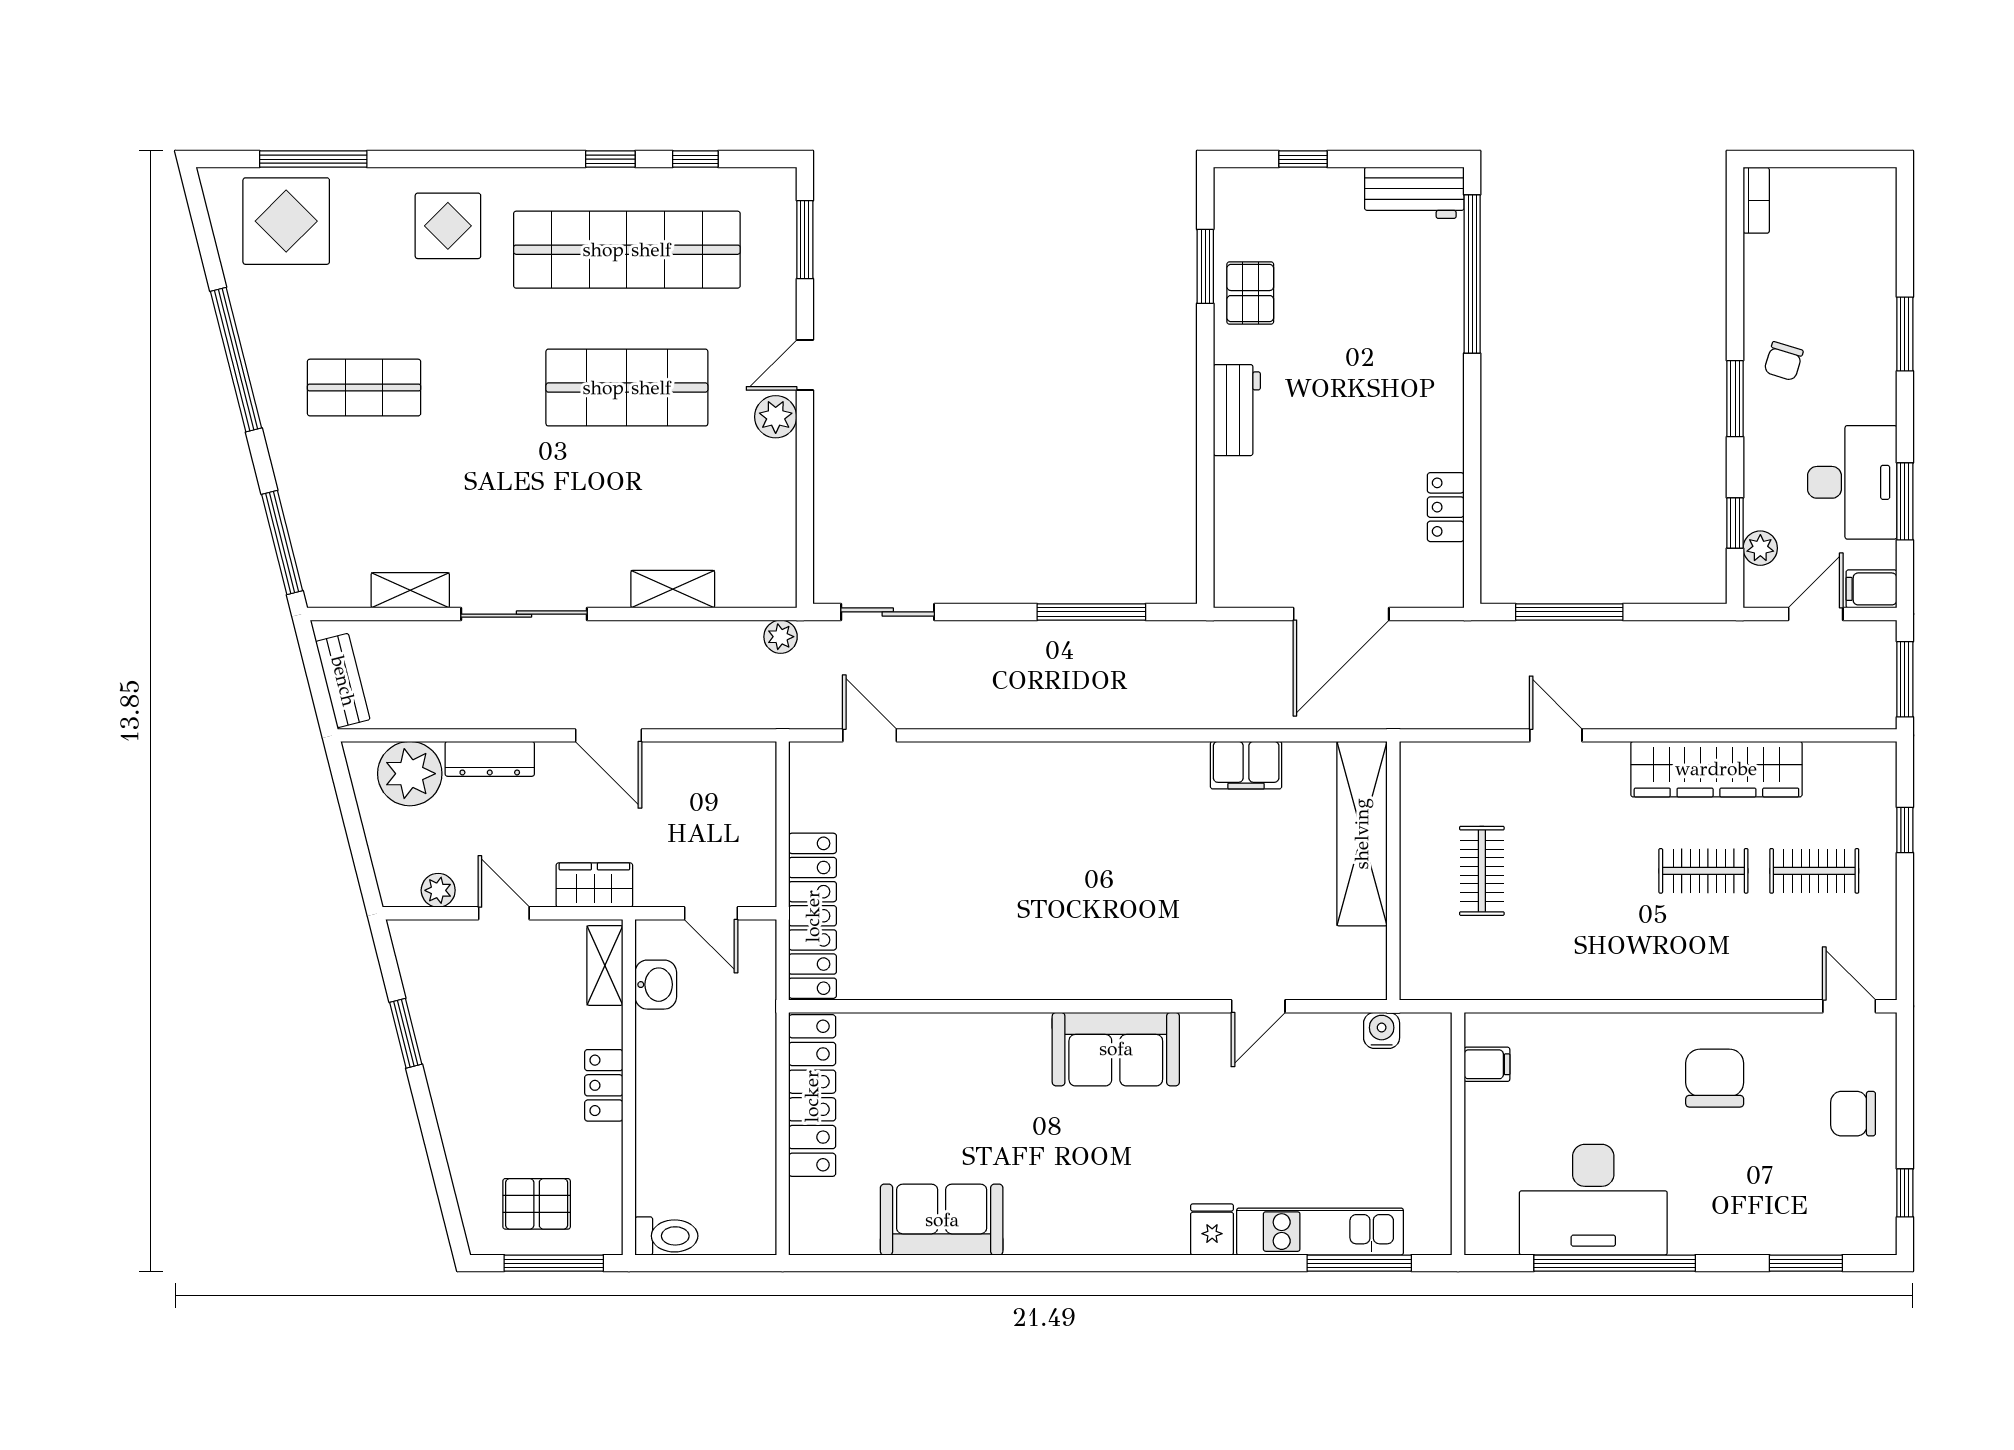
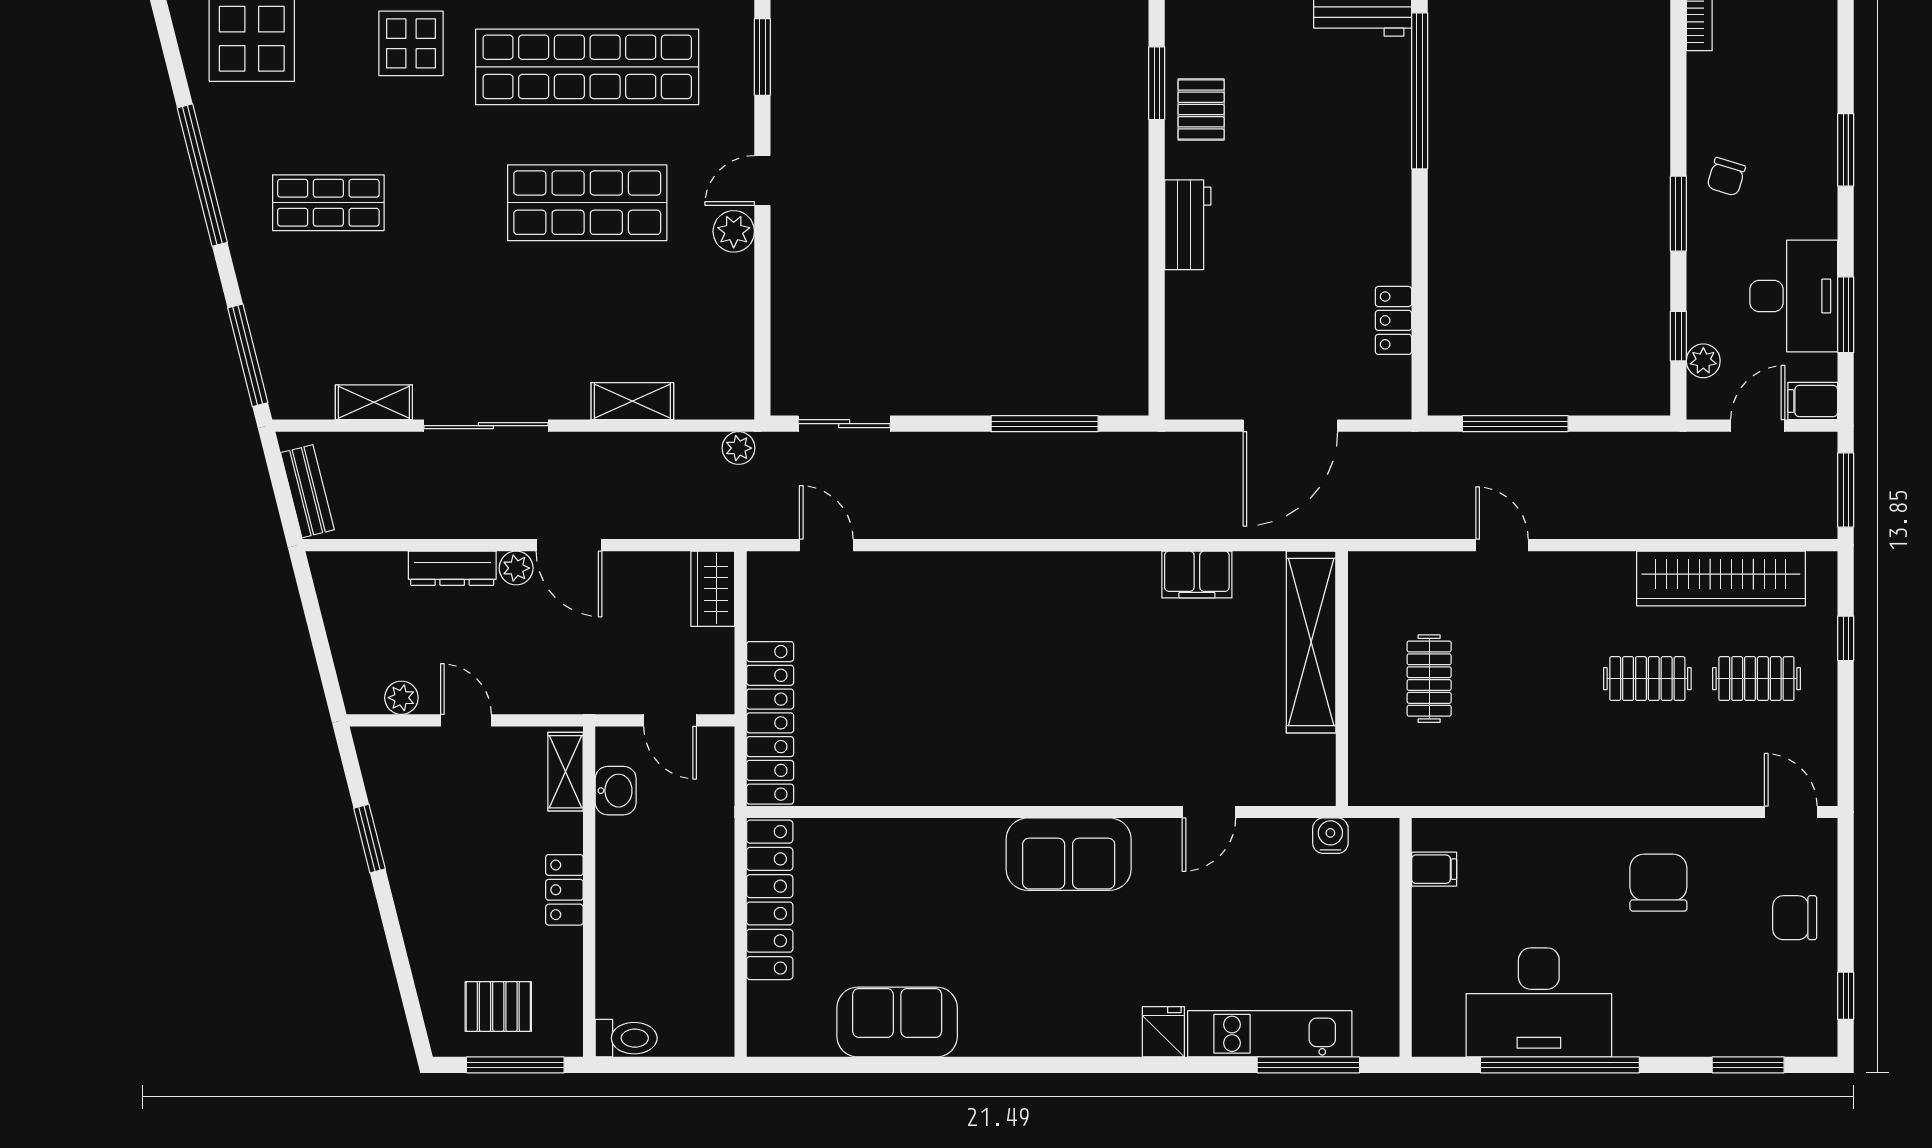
wardrobe: (1716, 769) -> (1721, 578), moved
plant: (410, 774) -> (516, 568), moved, width x0.53, depth x0.53
wardrobe: (594, 885) -> (713, 589), moved, turned -90

